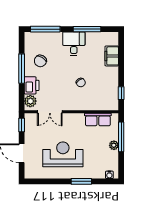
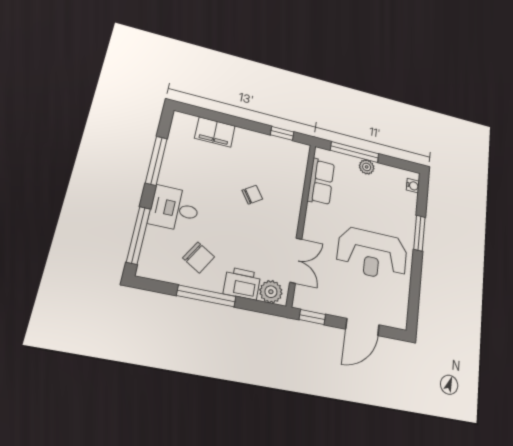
desk: (74, 44) -> (174, 209), moved
reception desk: (63, 154) -> (372, 254), turned -90

